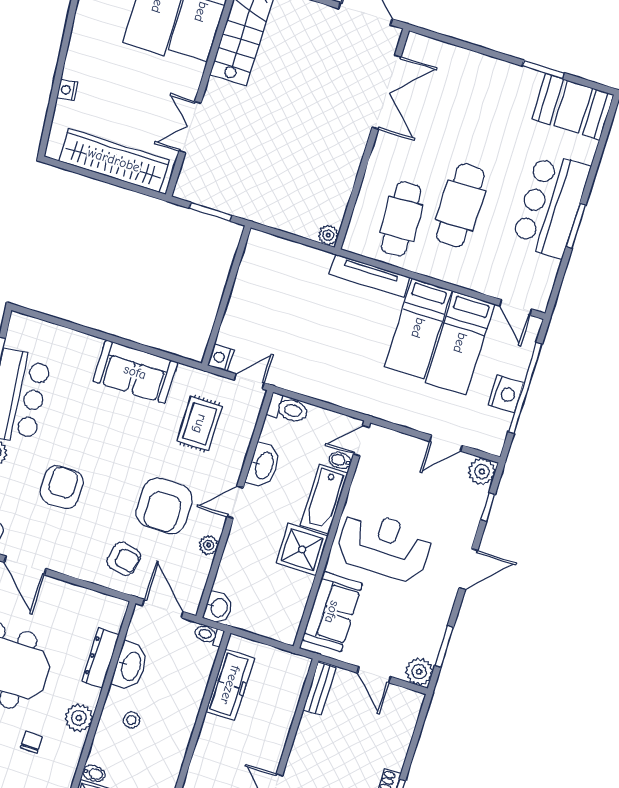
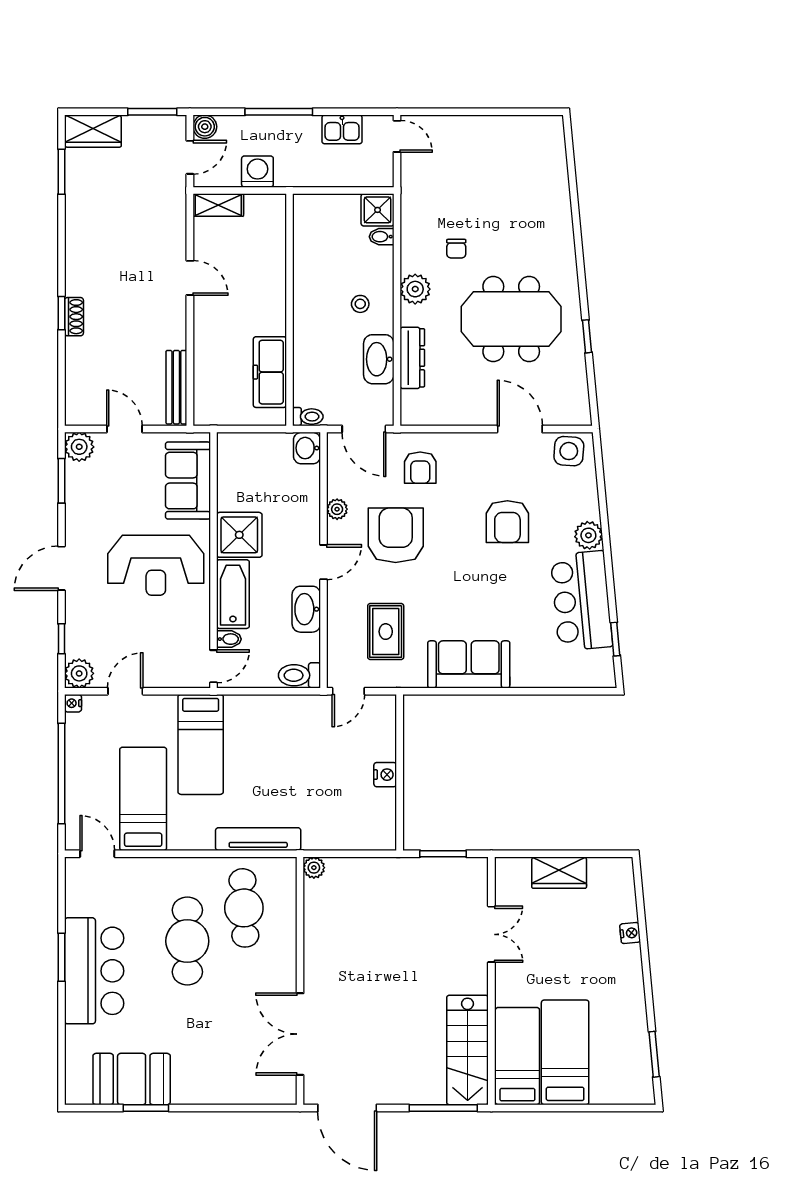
booth: (573, 107) -> (132, 1079), moved
wardrobe: (114, 160) -> (559, 873), width x0.48, depth x0.85
bed: (418, 328) -> (201, 744), moved, turned 180
nightstand: (221, 358) -> (385, 775), moved
nightstand: (506, 394) -> (73, 703), moved, width x0.53, depth x0.56
armchair: (124, 559) -> (420, 468), turned -102
bench: (319, 689) -> (176, 387), width x1.36

